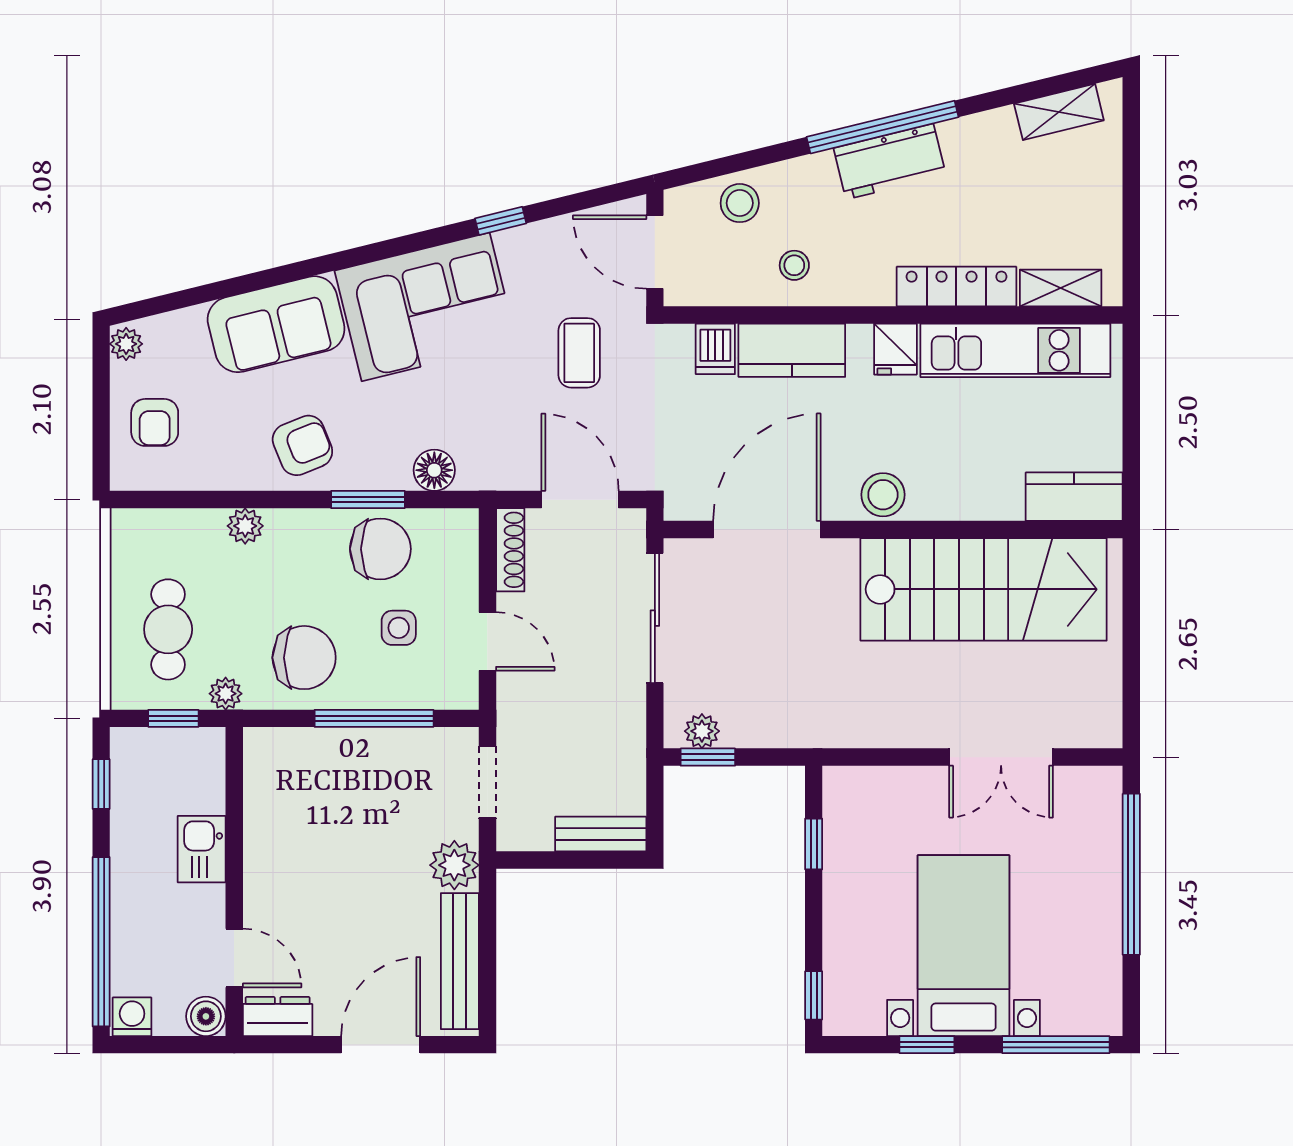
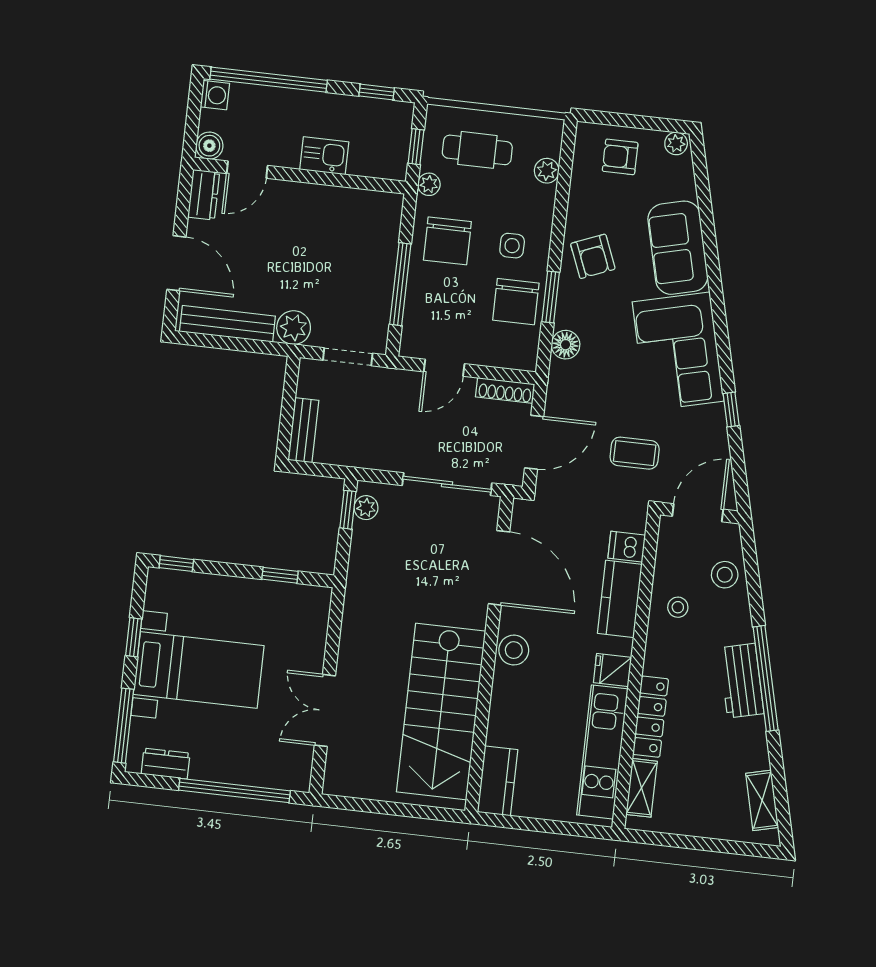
plant: (245, 526) -> (547, 171), moved
side table: (399, 628) -> (512, 246), moved
dresser: (1104, 978) -> (166, 764), added

